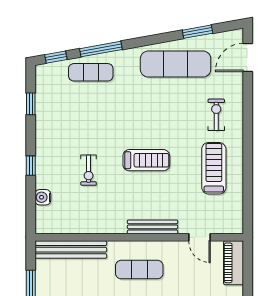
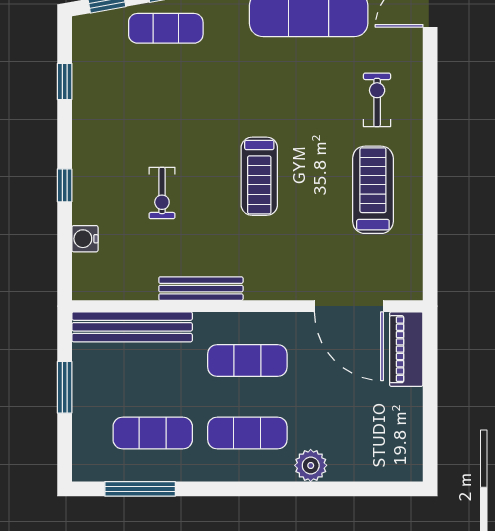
treadmill: (146, 160) -> (259, 176), turned 90
bench: (152, 227) -> (201, 289), moved
door: (199, 237) -> (349, 306), width x1.88

